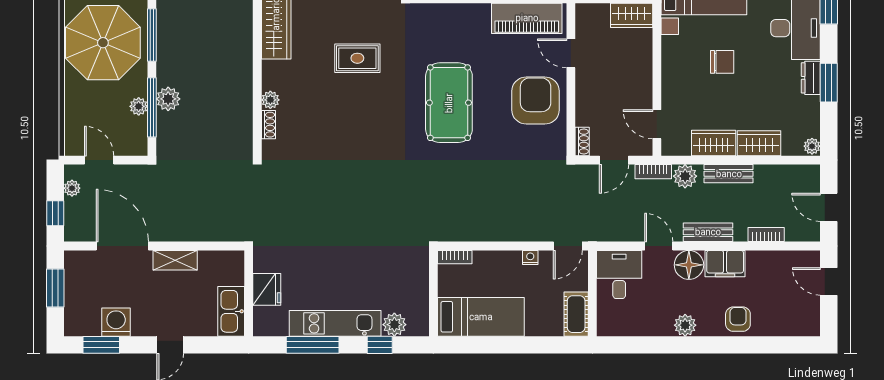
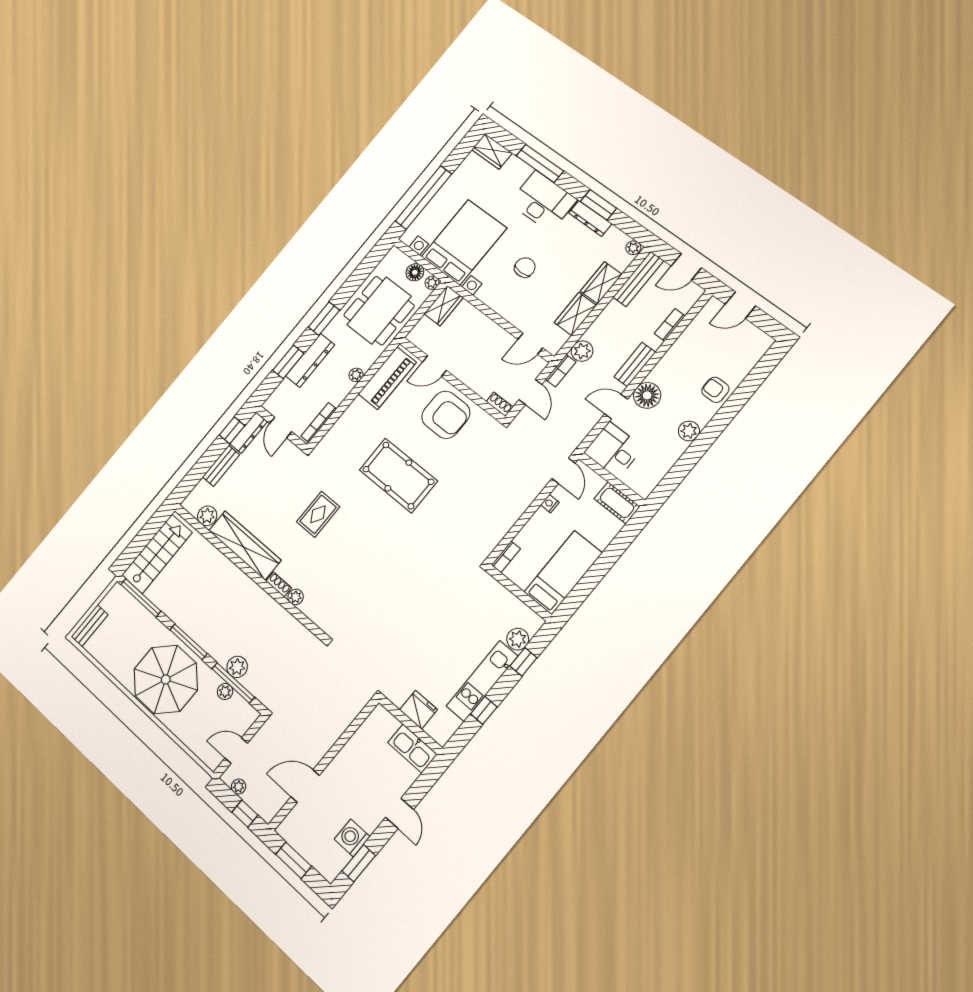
dresser: (811, 78) -> (590, 218), width x1.44
armchair: (536, 101) -> (446, 415), turned 180
shoe rack: (268, 125) -> (279, 584), moved
bench: (729, 174) -> (638, 279), moved, width x1.36
door: (122, 246) -> (305, 786), width x0.73
shelving: (175, 260) -> (345, 757), removed
filing cabinet: (725, 264) -> (667, 369), removed
window: (313, 345) -> (484, 710), width x0.46

